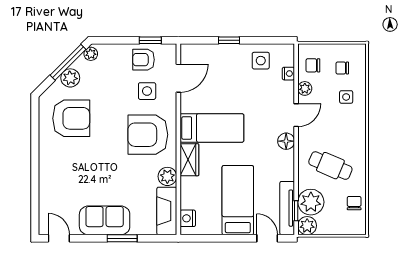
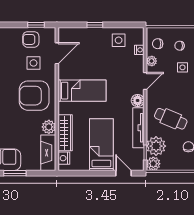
wardrobe: (189, 160) -> (65, 133), moved, width x1.50
tv unit: (287, 208) -> (138, 128), moved

